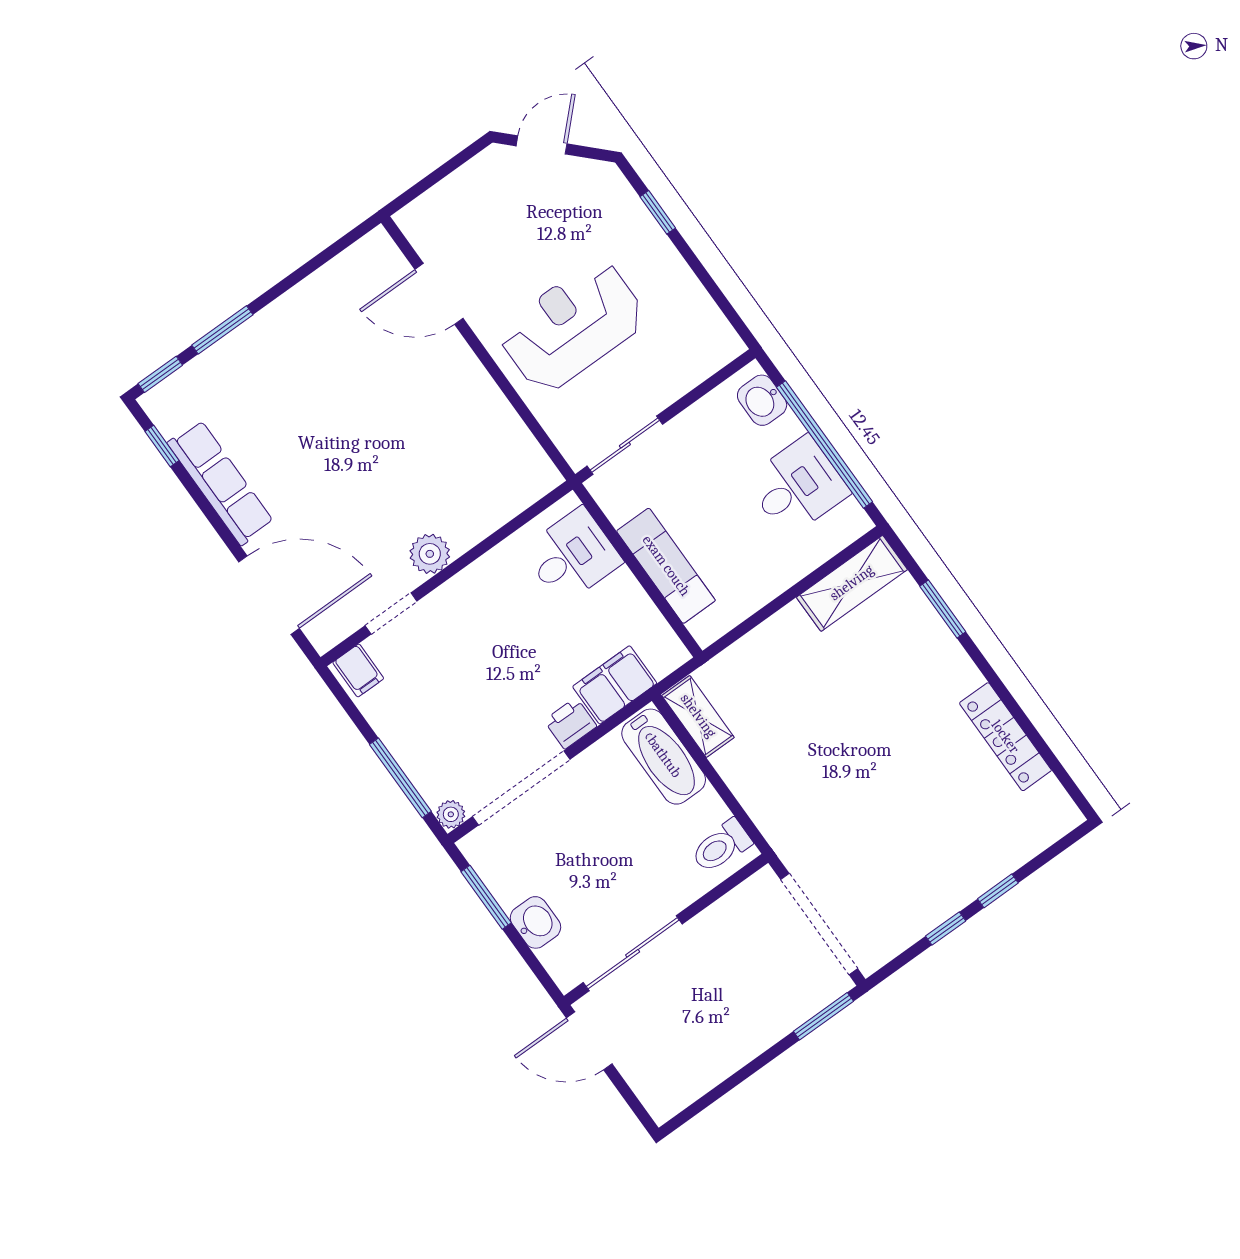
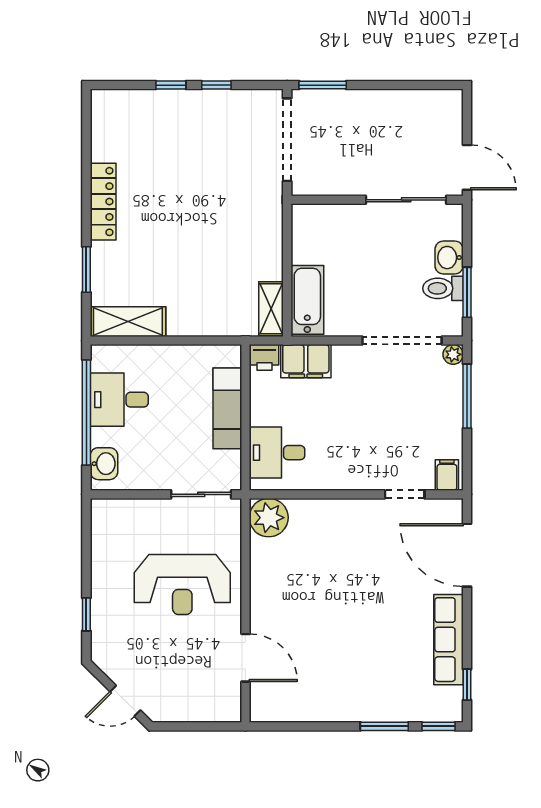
plant: (430, 554) -> (269, 518), moved, width x1.36, depth x1.36
printer: (570, 723) -> (264, 357), moved
locker: (1005, 737) -> (103, 202), moved
toilet: (721, 846) -> (443, 288), moved, turned 180

